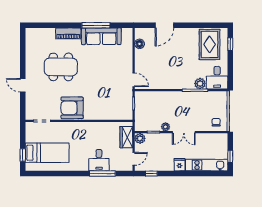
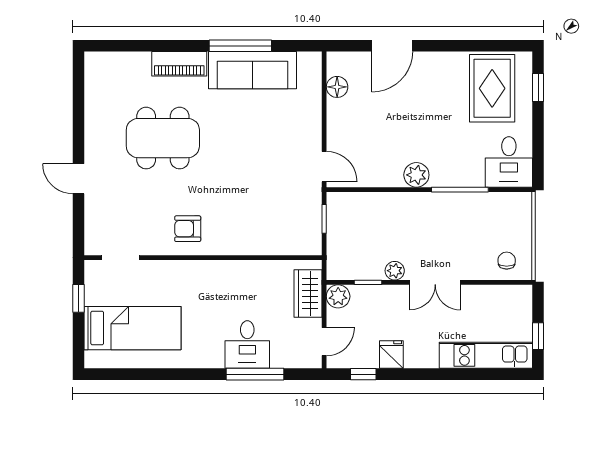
plant: (200, 84) -> (416, 175), moved
armchair: (72, 108) -> (188, 229), width x0.53, depth x0.53
window: (23, 155) -> (78, 298), moved
fridge: (180, 165) -> (391, 354), moved

